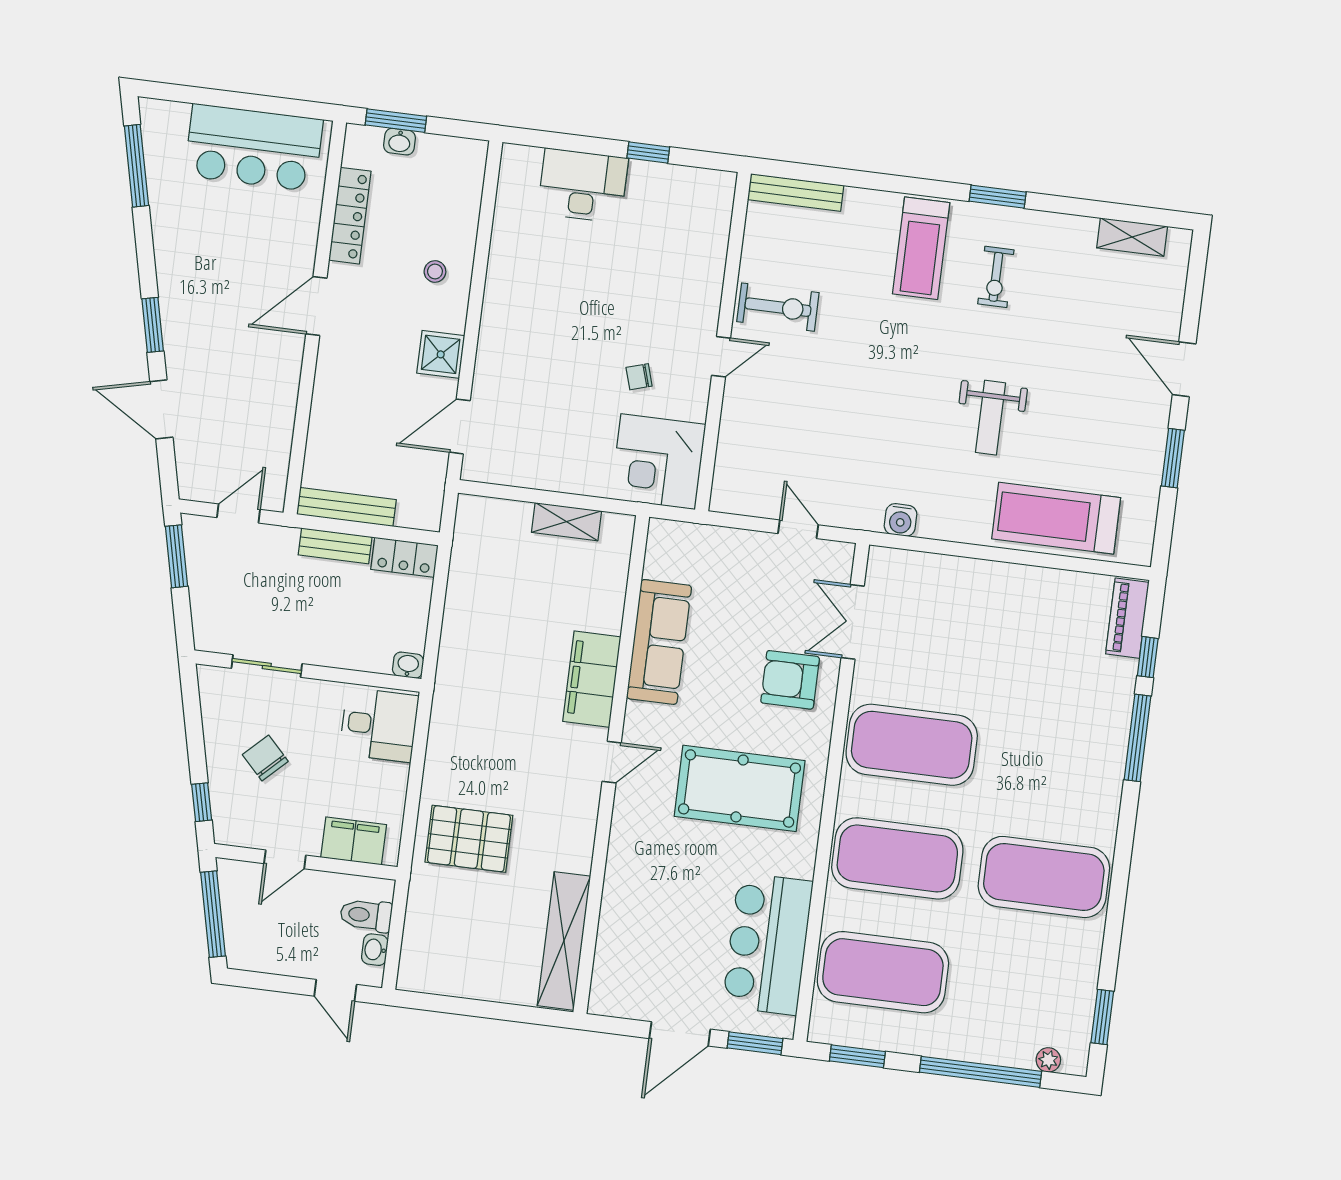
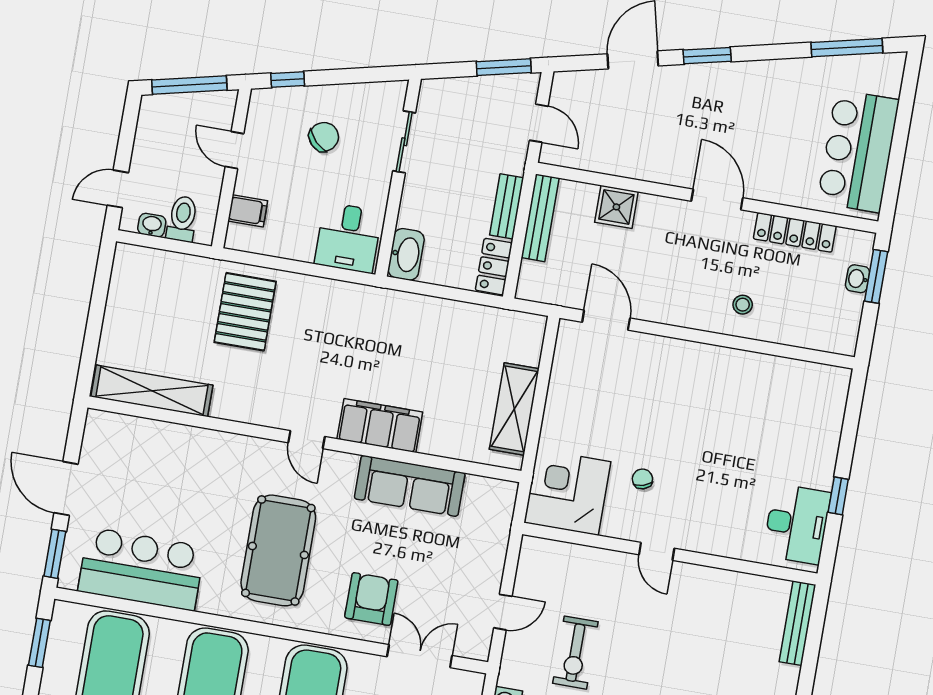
desk: (583, 186) -> (797, 524), moved
exercise bike: (778, 307) -> (575, 653), moved
shower: (441, 354) -> (616, 207), moved
shelving: (566, 522) -> (514, 409), width x1.50, depth x1.33
washbasin: (408, 665) -> (406, 254), width x1.91, depth x1.45
filing cabinet: (354, 841) -> (248, 211), width x0.50

